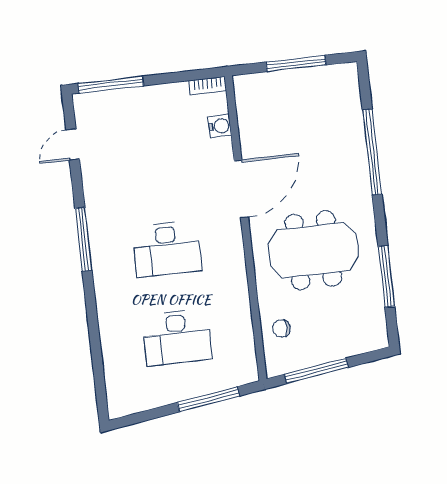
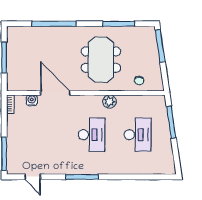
door: (241, 189) -> (55, 93), moved
plant: (235, 276) -> (109, 102), added
window: (316, 371) -> (160, 46), moved

